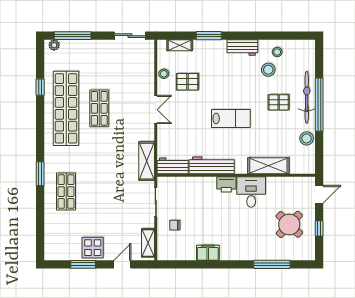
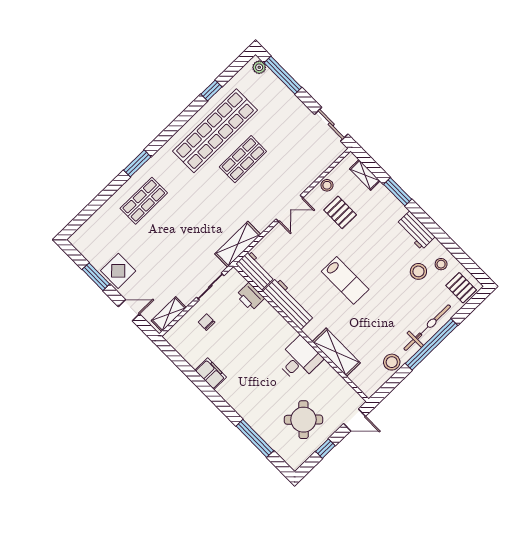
pallet: (279, 102) -> (461, 288), moved
printer: (226, 184) -> (250, 297), moved

